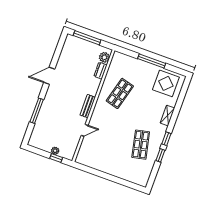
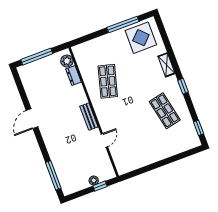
window: (152, 61) -> (123, 24), moved
window: (37, 111) -> (53, 175), moved
window: (160, 155) -> (199, 128), moved

